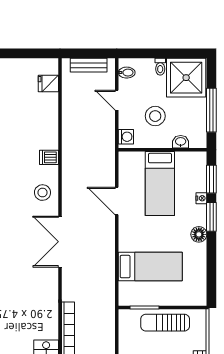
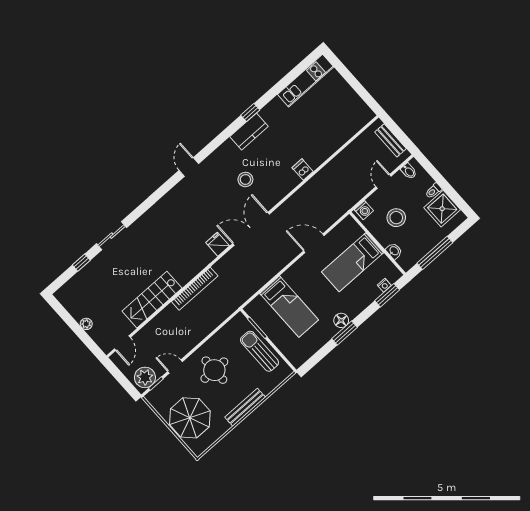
shower: (186, 78) -> (442, 209), width x0.73, depth x0.73
fridge: (48, 84) -> (218, 244), moved
stool: (42, 193) -> (245, 179), moved
nightstand: (201, 198) -> (384, 285), moved
door: (117, 201) -> (314, 243), hinge flipped
window: (211, 217) -> (345, 333), moved

